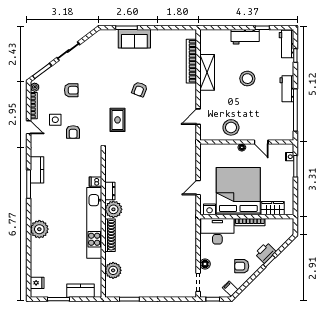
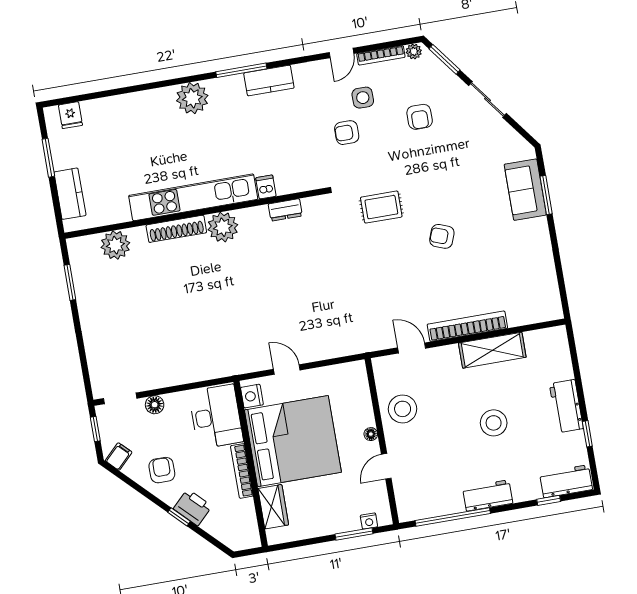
sofa: (134, 39) -> (525, 190), moved
bookcase: (191, 61) -> (467, 326), moved
dresser: (110, 191) -> (285, 210), moved
plant: (39, 229) -> (192, 98), moved

